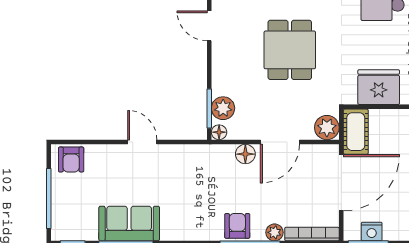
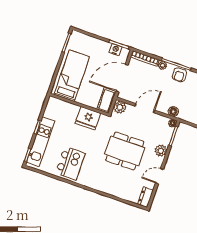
door: (209, 26) -> (160, 176), swing flipped
dining table: (290, 50) -> (125, 151), width x1.38
plant: (223, 108) -> (161, 151), moved
floor lamp: (245, 154) -> (173, 112), moved

